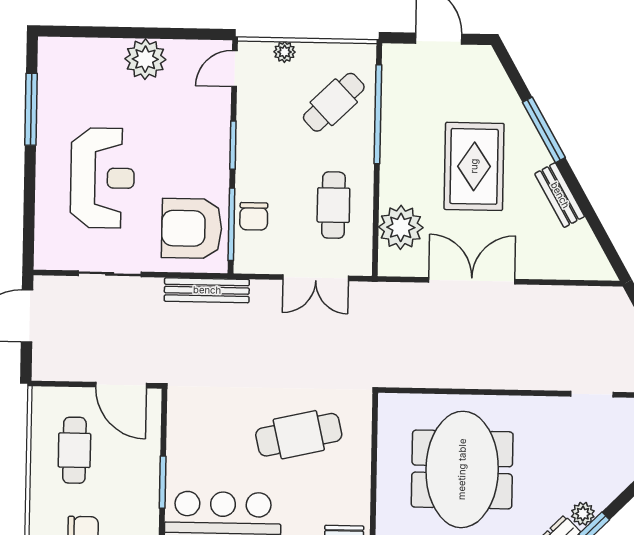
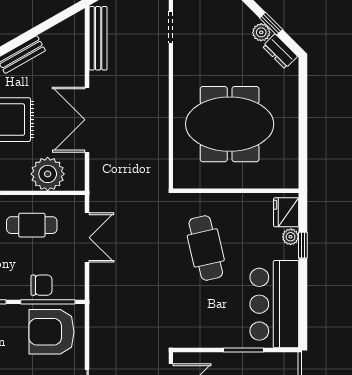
armchair: (192, 228) -> (52, 332), turned 90
bench: (207, 290) -> (98, 38), moved

